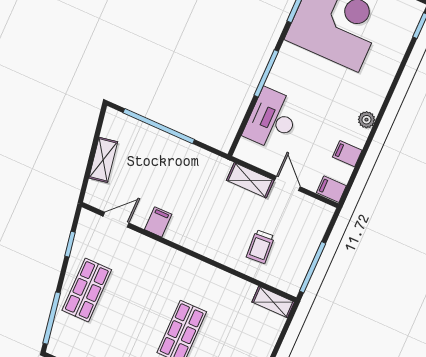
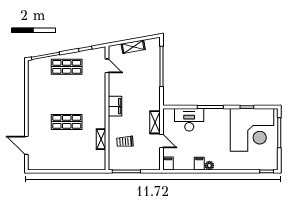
filing cabinet: (347, 154) -> (199, 164), moved
door: (287, 183) -> (162, 141), hinge flipped
filing cabinet: (158, 222) -> (115, 106), moved, width x2.00
shelving: (273, 302) -> (101, 139), moved

